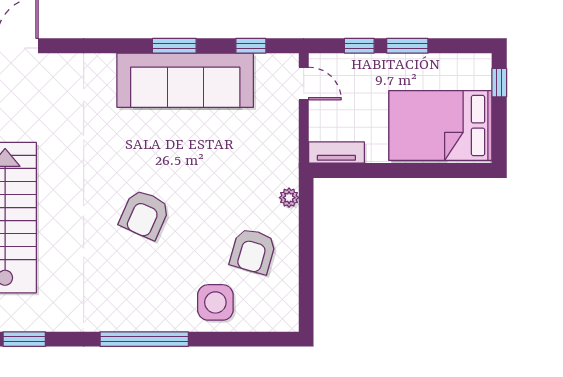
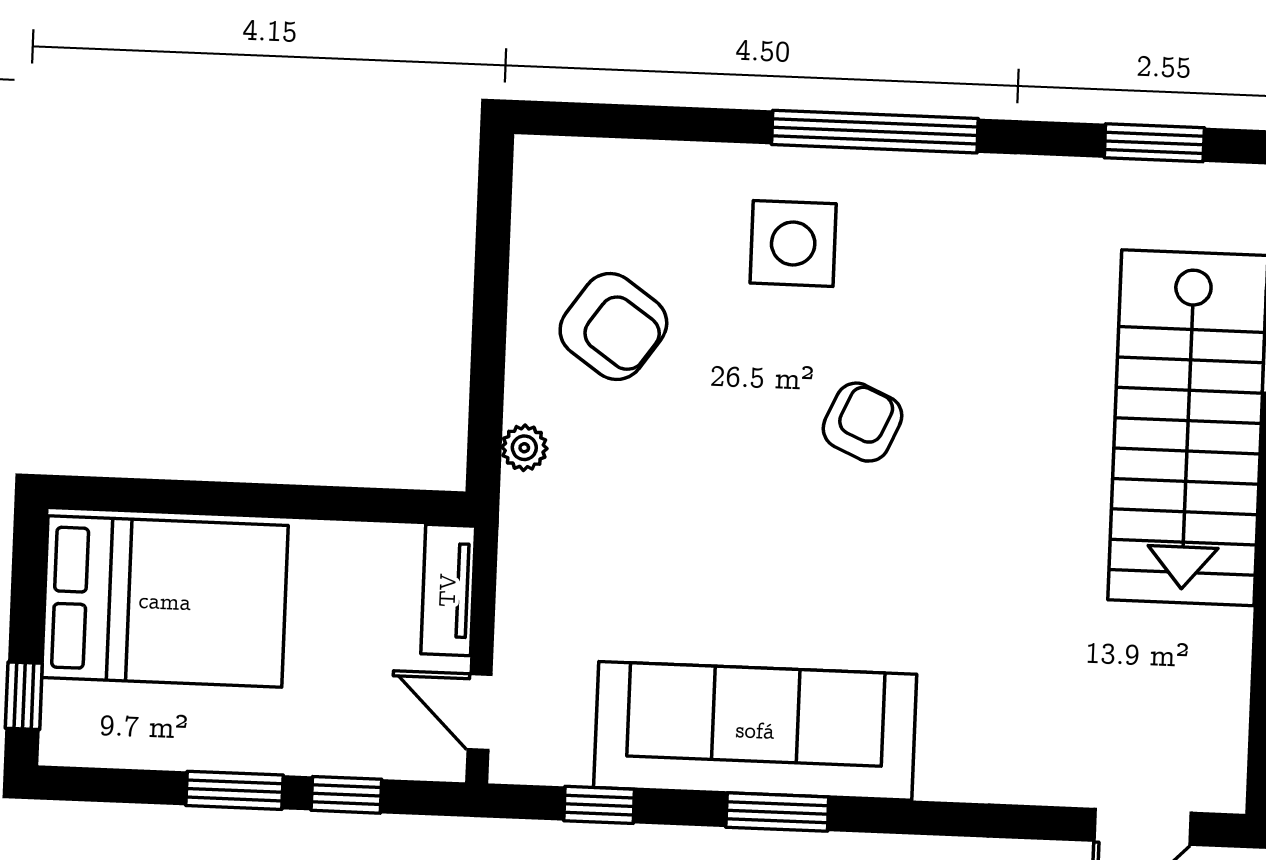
tv unit: (336, 152) -> (448, 590), moved, turned 90
armchair: (145, 214) -> (862, 422), width x0.72, depth x0.72
armchair: (253, 251) -> (613, 326), turned 109
side table: (215, 302) -> (793, 243), moved

